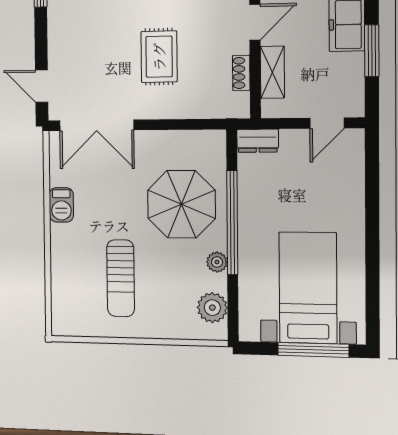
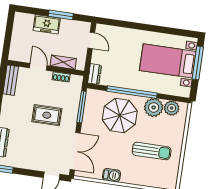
window: (187, 124) -> (82, 107), added
plant: (217, 262) -> (154, 107), width x1.88, depth x1.88

